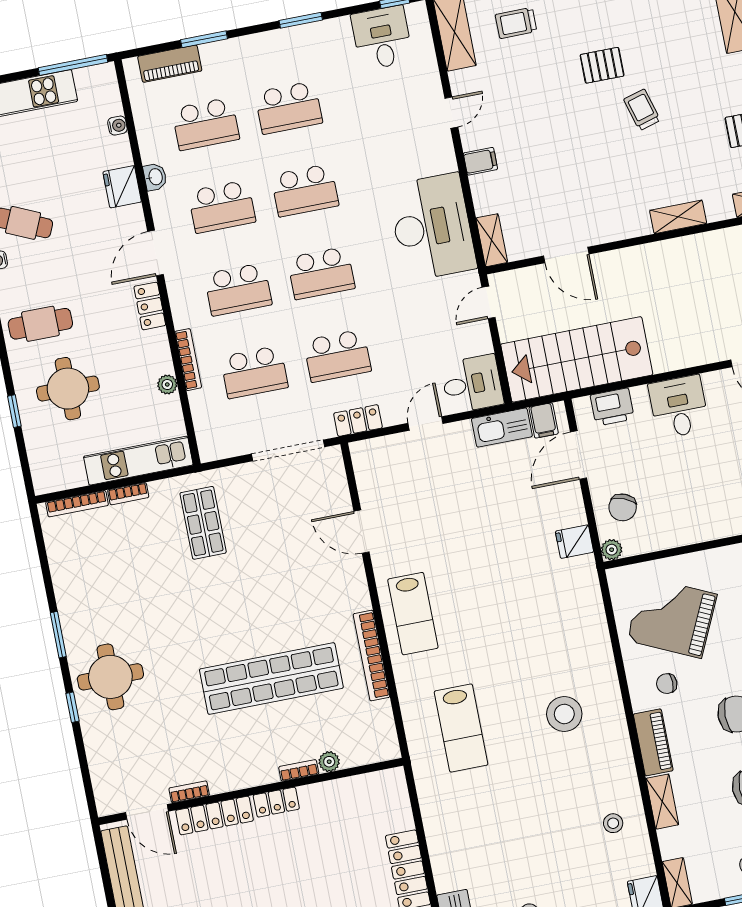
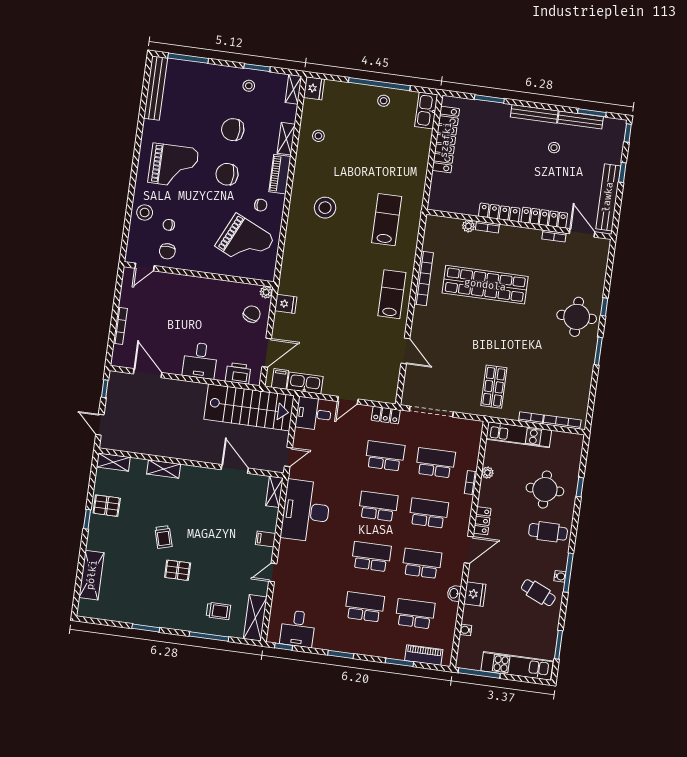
bookcase: (188, 360) -> (471, 483), width x0.64
locker: (276, 802) -> (499, 212), width x1.53

